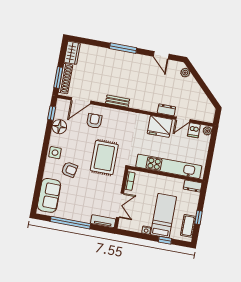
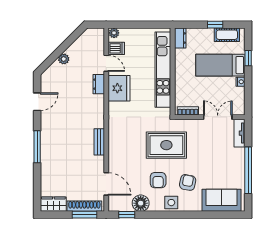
plant: (185, 73) -> (64, 59), moved
armchair: (94, 121) -> (158, 180), moved, turned -90

